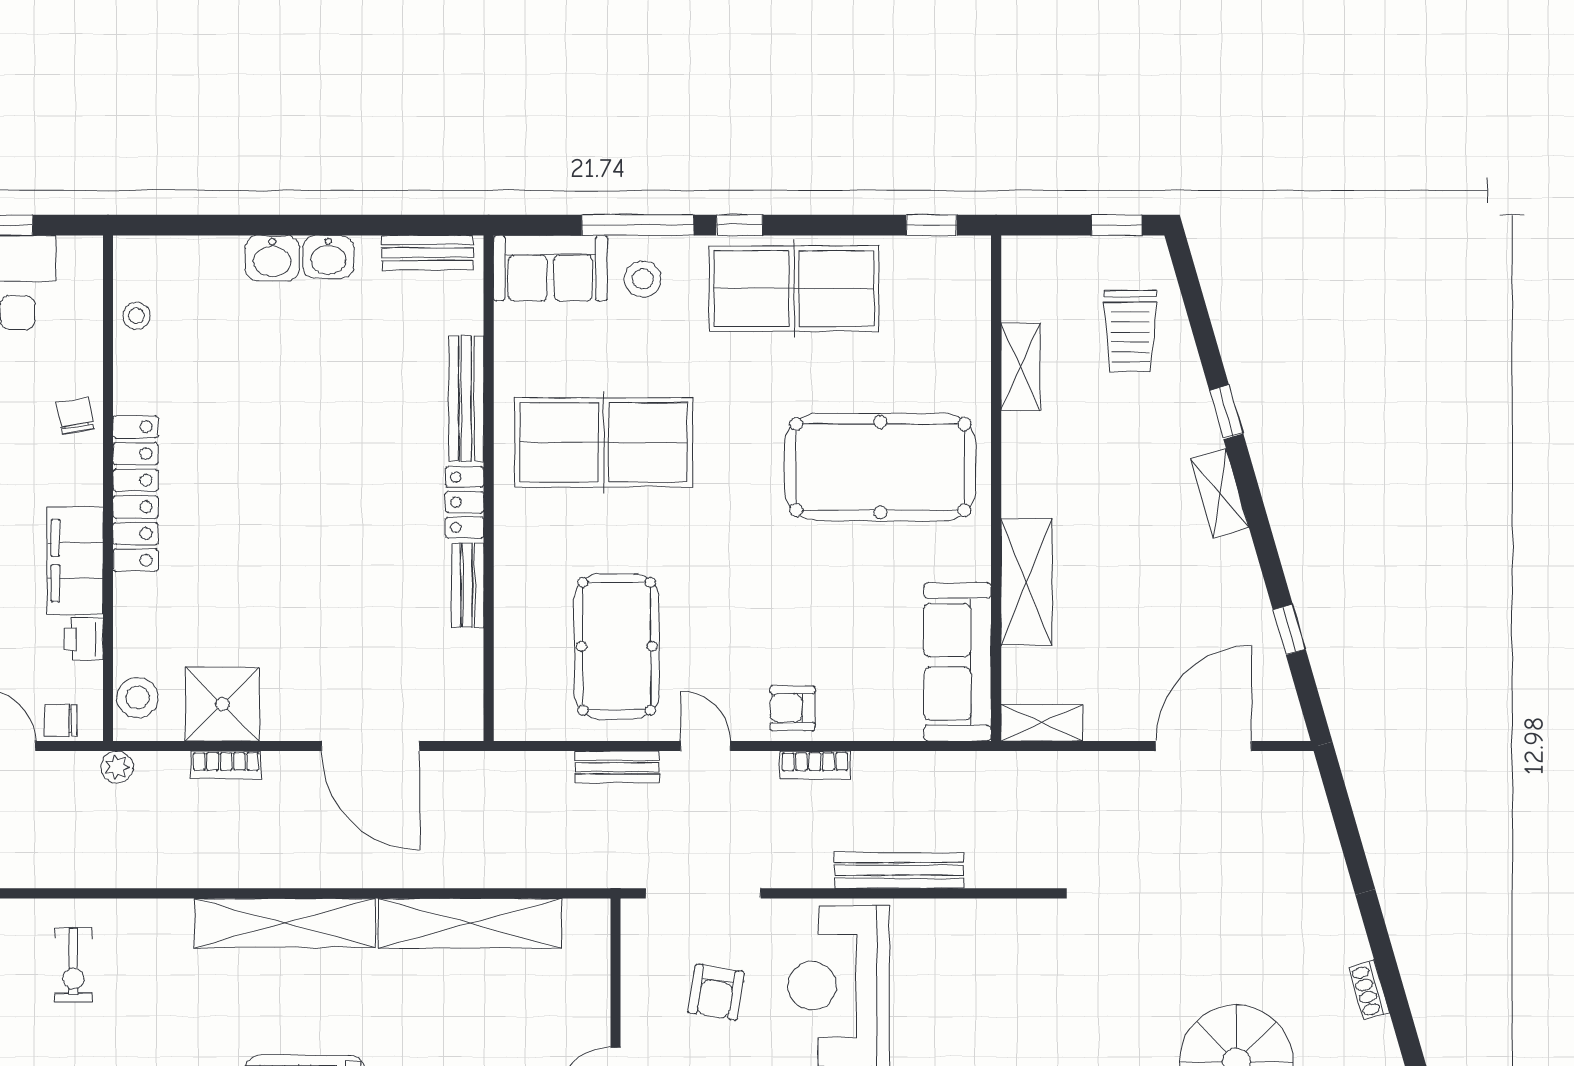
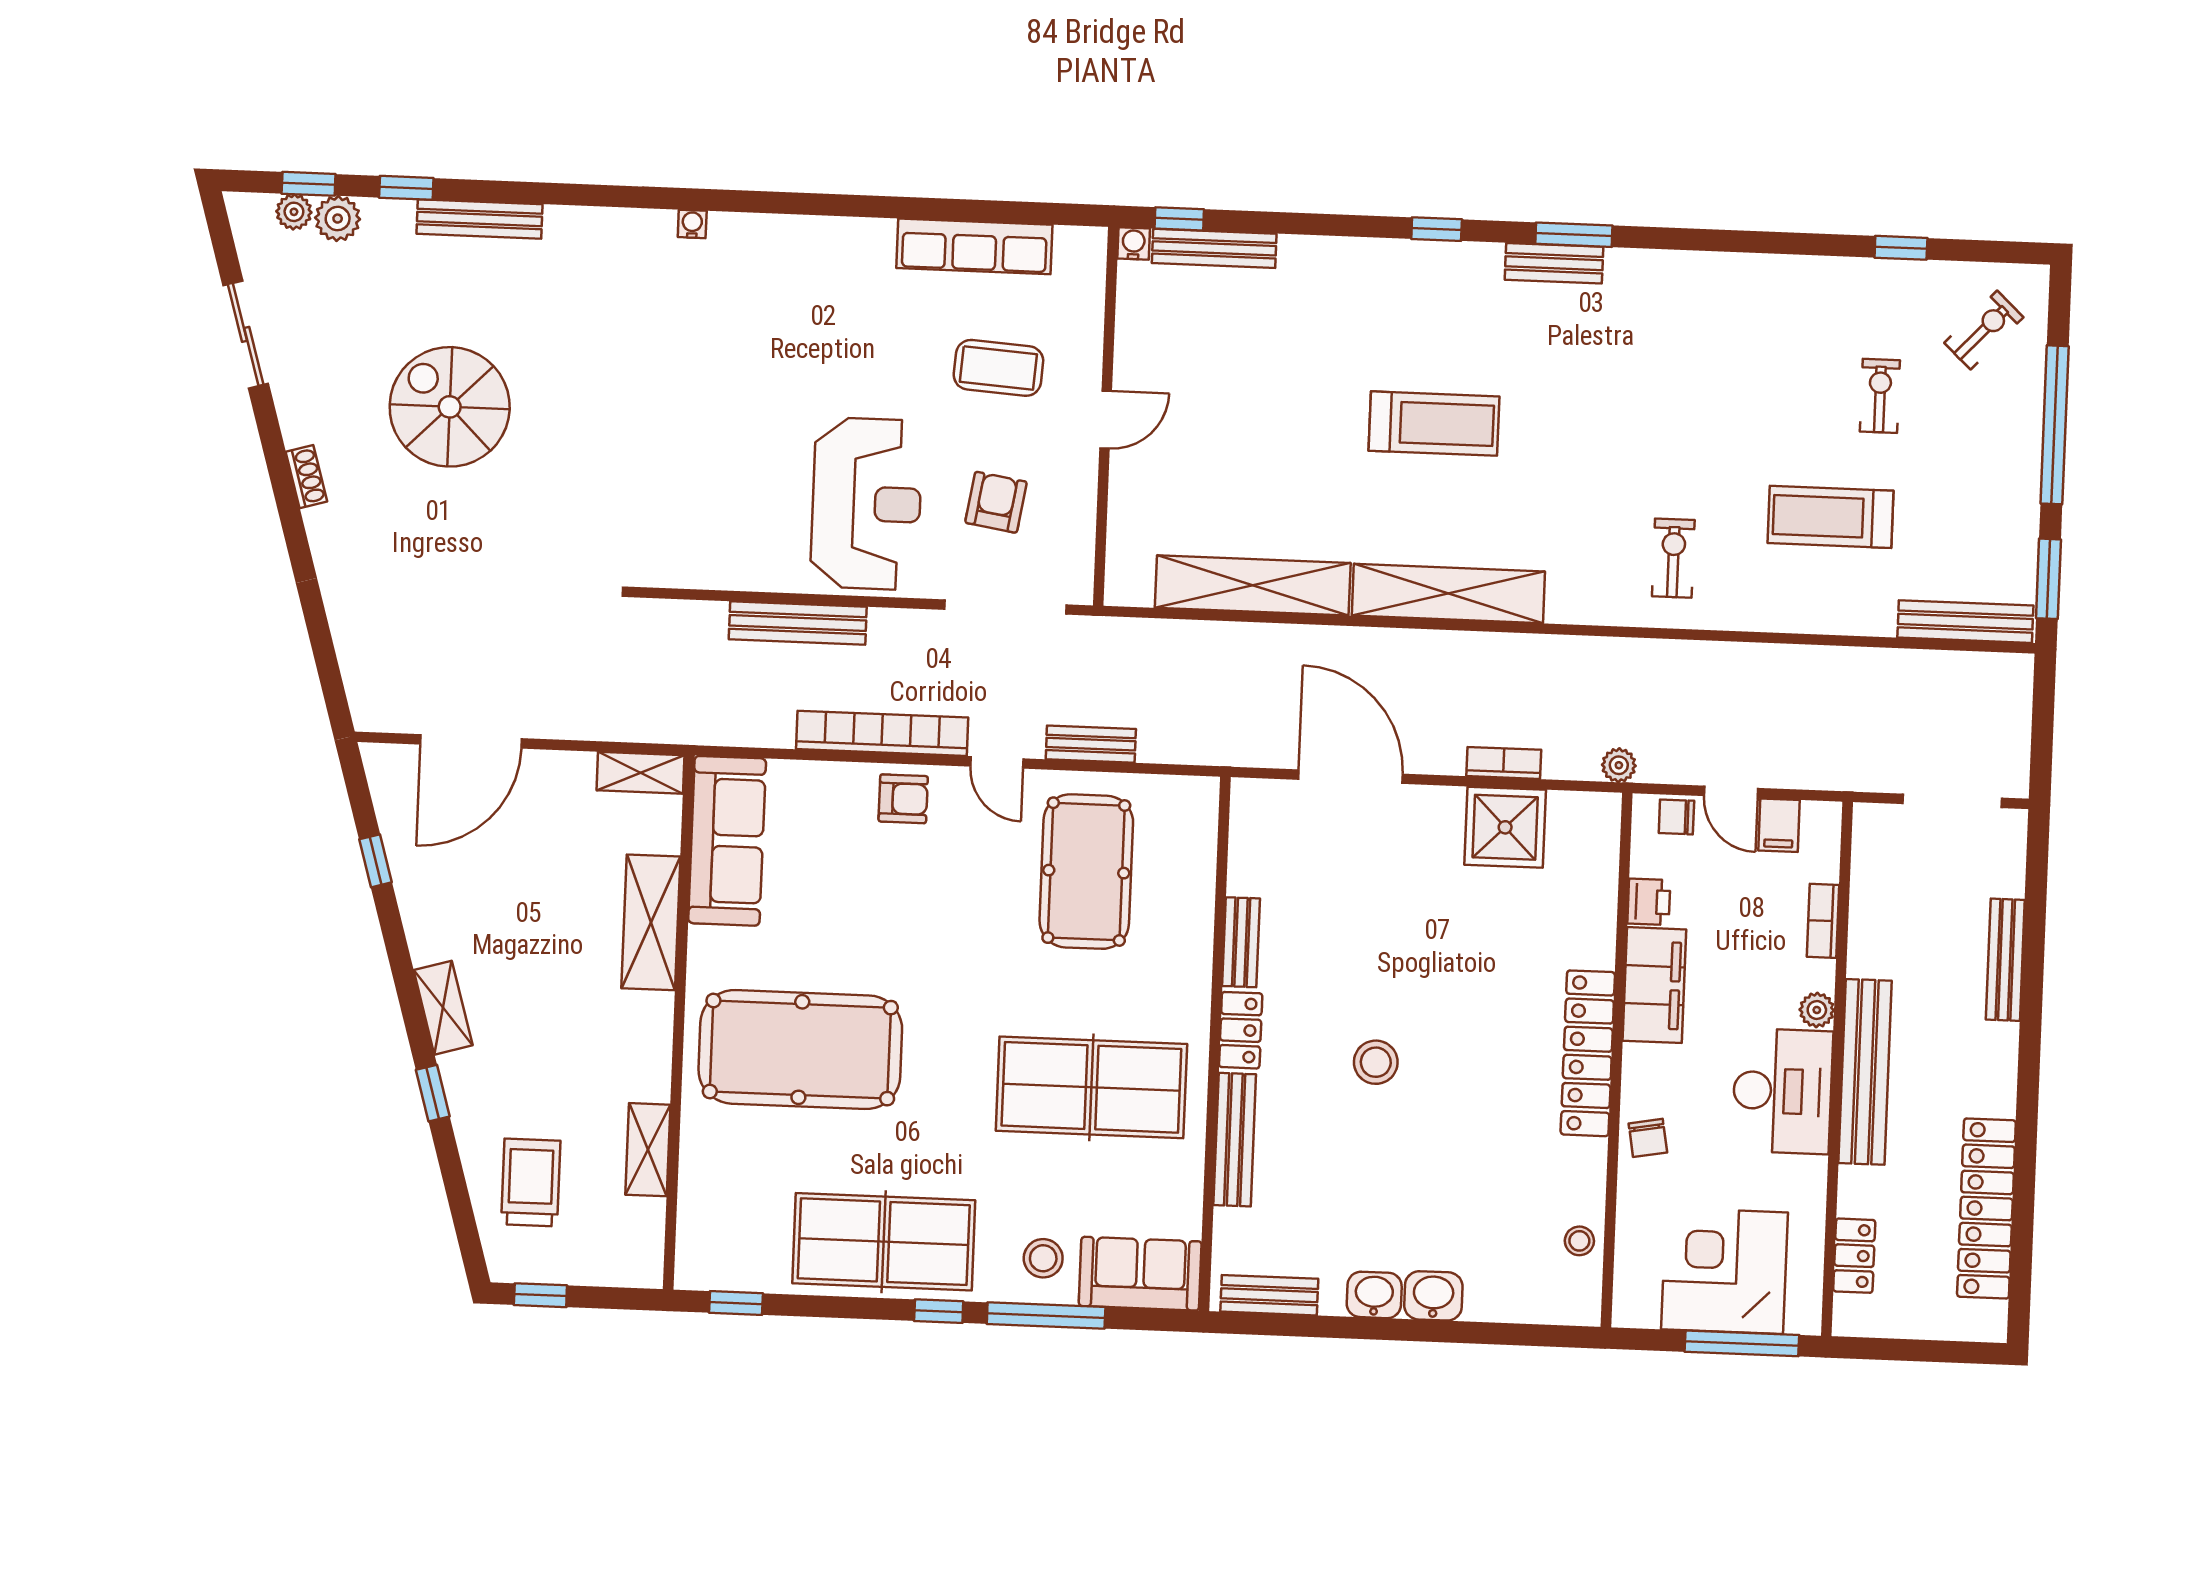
stool: (138, 697) -> (1376, 1062), moved
chair: (61, 720) -> (1676, 817), turned 180
bookcase: (815, 765) -> (882, 733), width x2.31, depth x1.31

